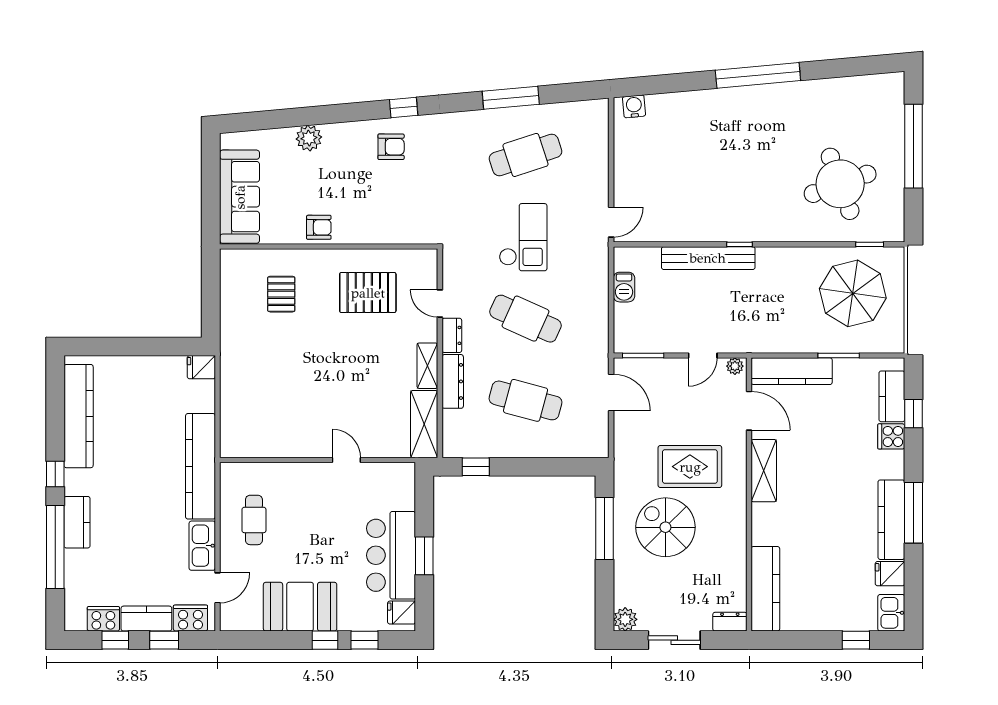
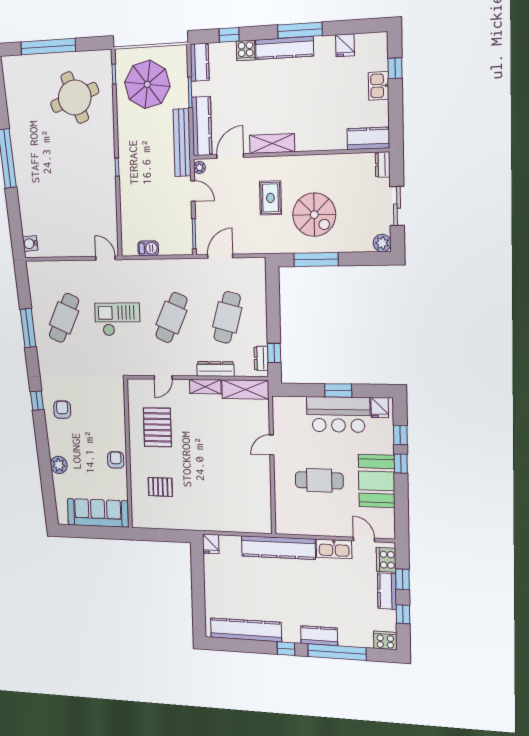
cafe table: (526, 155) -> (64, 318), turned 42
bench: (708, 258) -> (182, 143), moved
dresser: (452, 335) -> (261, 358), moved, turned -90
kitchen counter: (892, 396) -> (200, 62), moved, turned -90
rug: (690, 467) -> (270, 198), width x0.73, depth x0.70
cafe table: (254, 520) -> (319, 480), moved, width x1.37, depth x1.35
kitchen counter: (891, 520) -> (284, 48), moved
spiral stairs: (665, 527) -> (314, 215), turned -90
kitchen counter: (765, 589) -> (368, 138), width x0.67
kitchen sink: (891, 613) -> (379, 86), moved, turned 90
cooker: (103, 619) -> (385, 640), moved, turned 90

